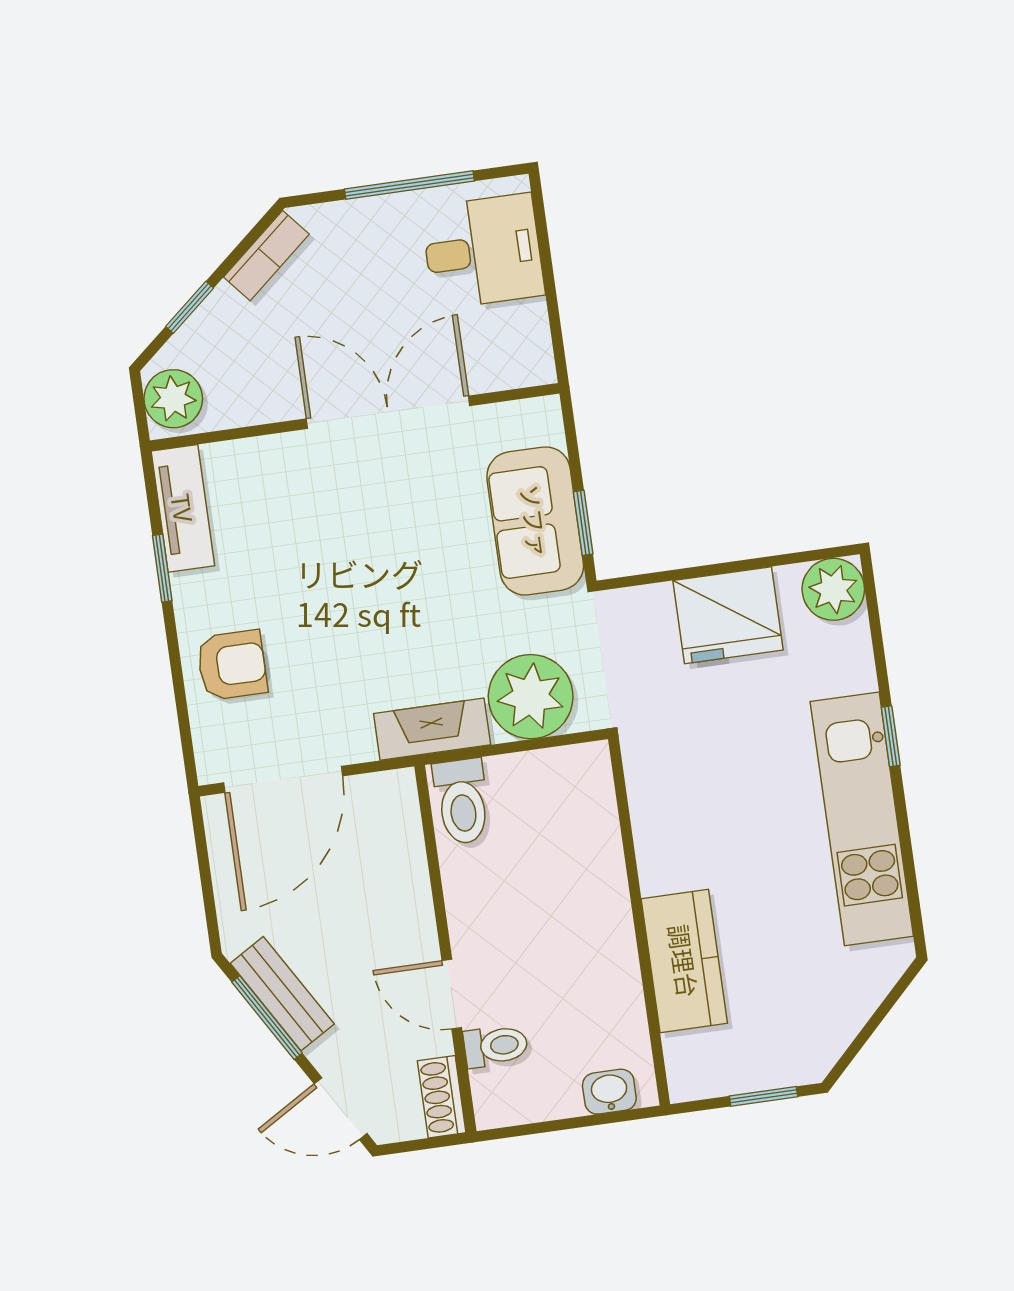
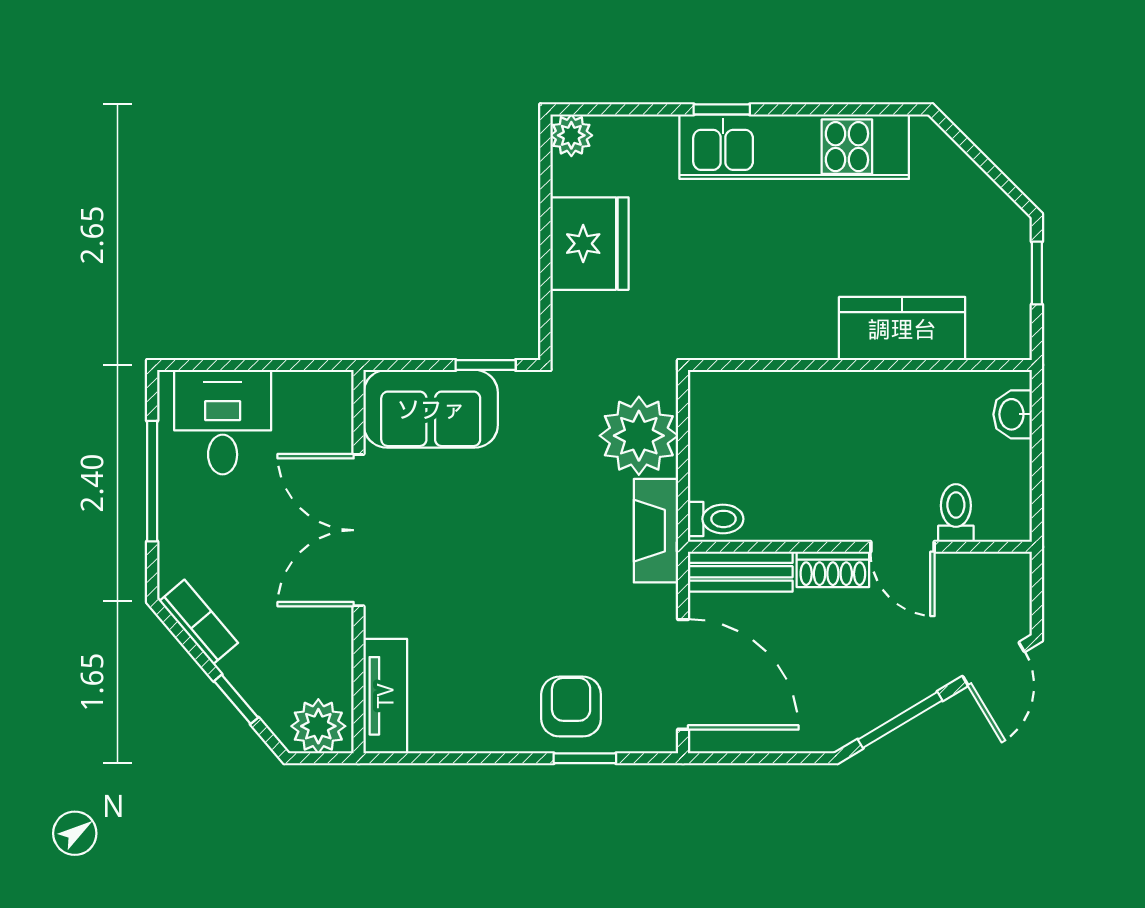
tv unit: (183, 508) -> (385, 696), moved, turned 90
sofa: (535, 521) -> (431, 409), moved
window: (162, 568) -> (585, 758), moved
plant: (833, 589) -> (571, 135), width x0.73, depth x0.73
toilet: (462, 801) -> (716, 519), width x0.73, depth x0.72
bench: (282, 994) -> (740, 572), moved, turned 31
door: (452, 994) -> (903, 547), hinge flipped
shoe rack: (442, 1097) -> (833, 569), moved

